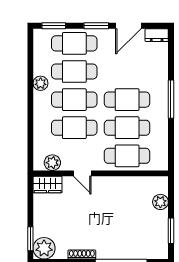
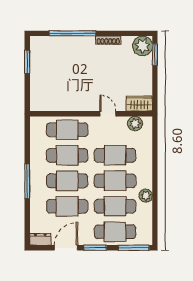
window: (54, 26) -> (134, 248), width x1.44
cafe table: (127, 72) -> (67, 206), added
plant: (160, 202) -> (37, 88), removed

